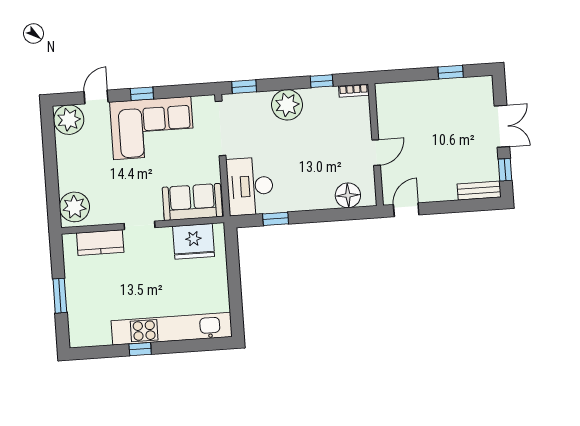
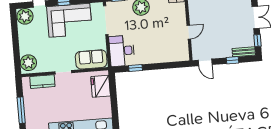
floor lamp: (348, 195) -> (174, 55), removed
window: (458, 206) -> (232, 60), added
door: (406, 210) -> (205, 62), swing flipped
fridge: (194, 241) -> (101, 86), moved, turned 90
window: (60, 296) -> (21, 110), width x1.44

